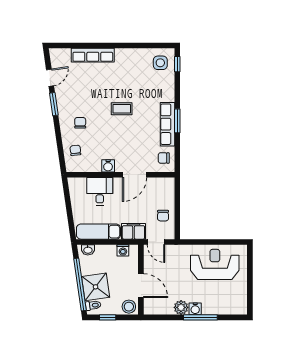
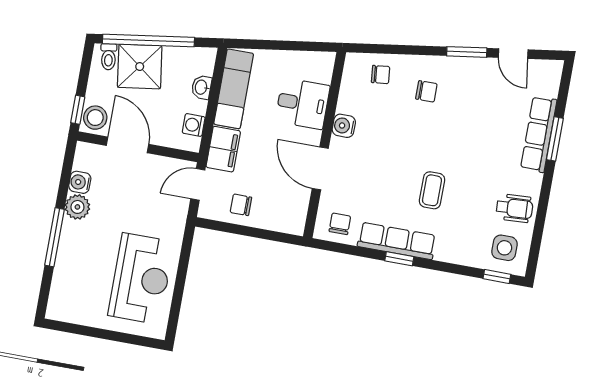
window: (94, 46) -> (555, 139), added
wheelchair: (137, 61) -> (515, 208), added
coffee table: (122, 109) -> (432, 190), moved
window: (177, 121) -> (399, 259), width x0.67
washbasin: (88, 250) -> (202, 87), moved
door: (141, 286) -> (127, 145), swing flipped
water cooler: (195, 309) -> (80, 182), moved
window: (108, 317) -> (78, 110), moved

